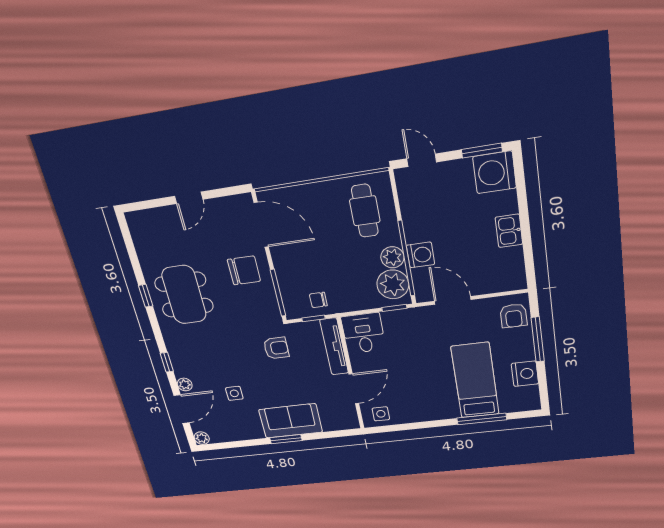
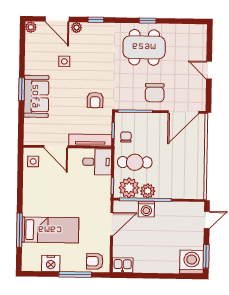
cafe table: (365, 211) -> (135, 162), moved
kitchen sink: (509, 231) -> (123, 265), moved

